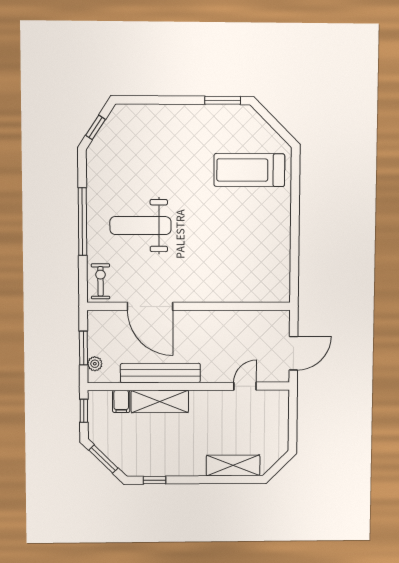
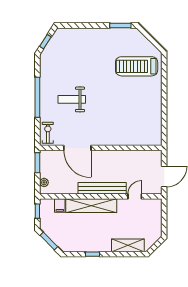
weight bench: (141, 226) -> (72, 99), width x0.73, depth x0.75
window: (83, 348) -> (37, 163), moved
bench: (160, 373) -> (102, 188), moved
shelving: (160, 401) -> (91, 206), width x1.47
window: (155, 480) -> (93, 254), moved

